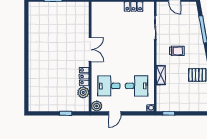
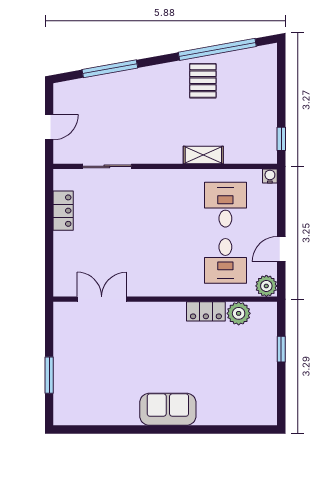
double door: (90, 49) -> (102, 299), moved
trolley: (177, 51) -> (154, 123), removed
sofa: (36, 58) -> (168, 409), added
door: (115, 113) -> (281, 249), swing flipped

